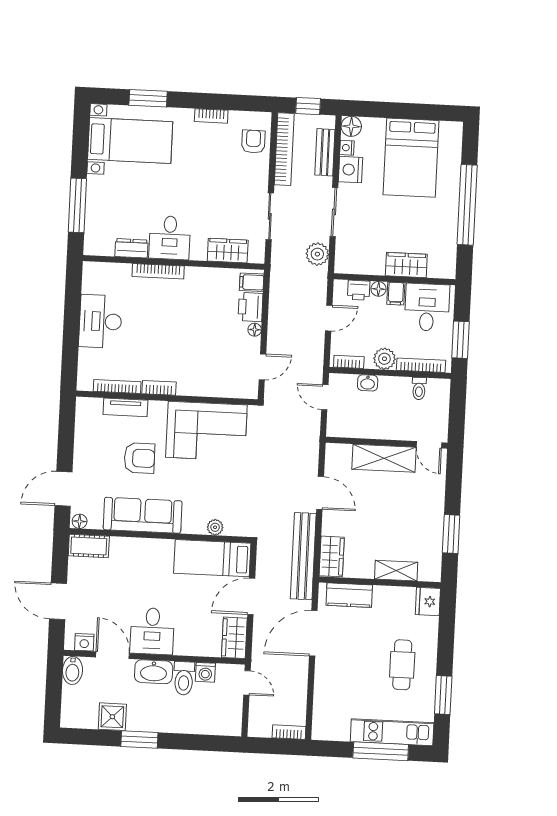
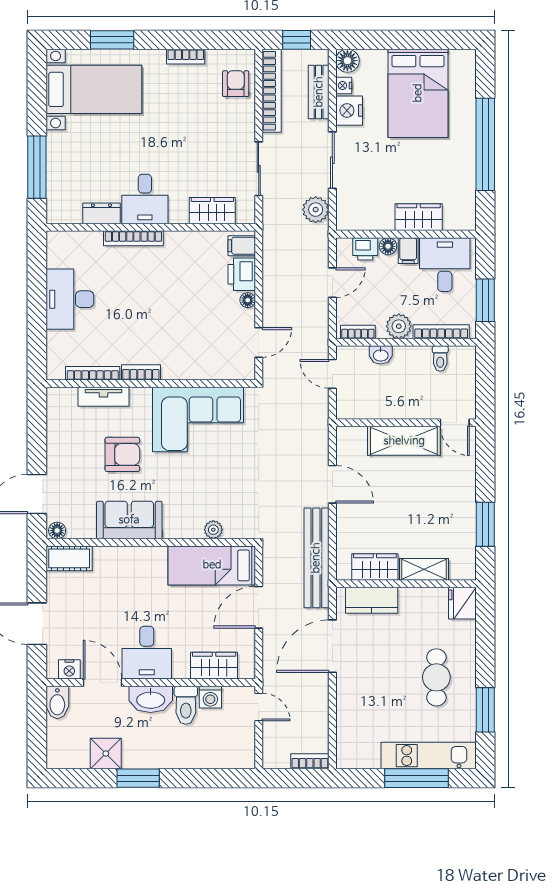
sofa: (143, 515) -> (129, 520), width x0.73
wardrobe: (332, 556) -> (375, 567), moved, turned -90
wardrobe: (234, 638) -> (214, 666), moved, turned 90

